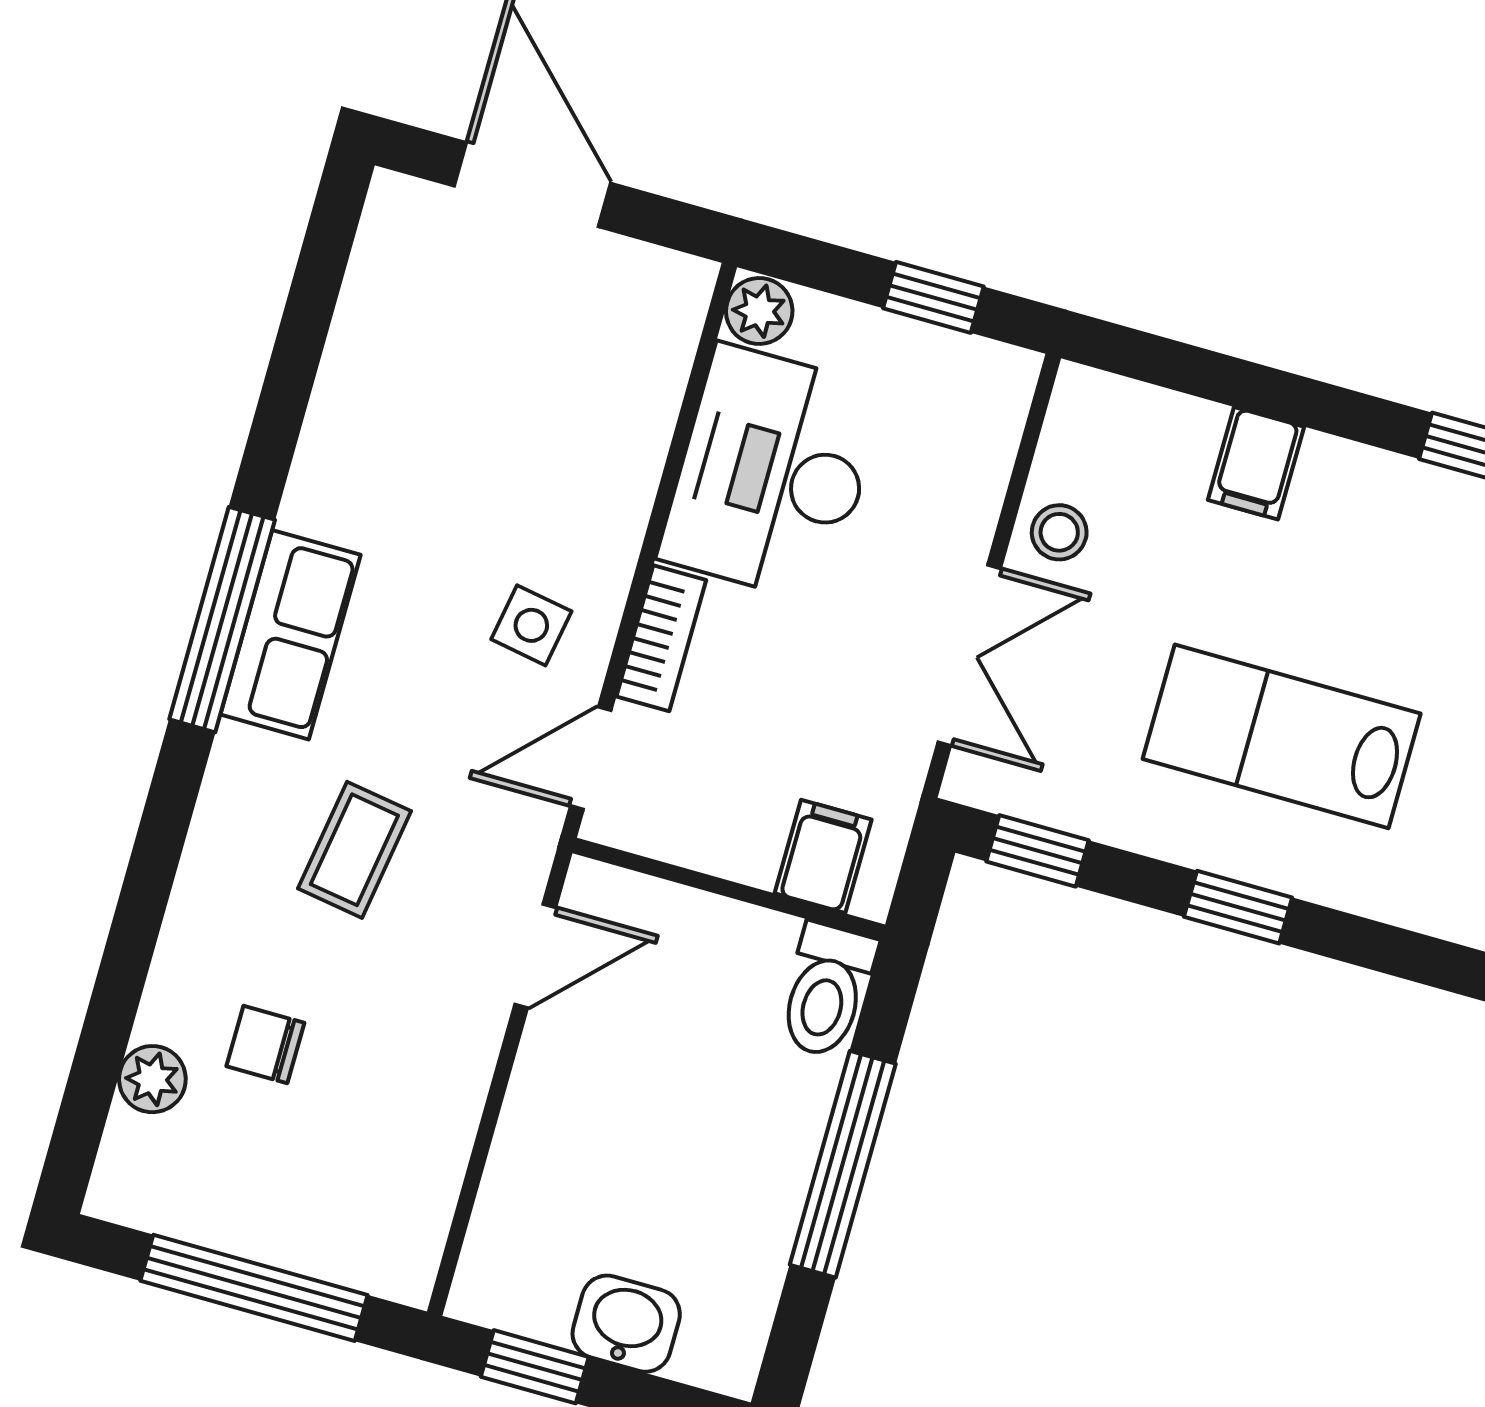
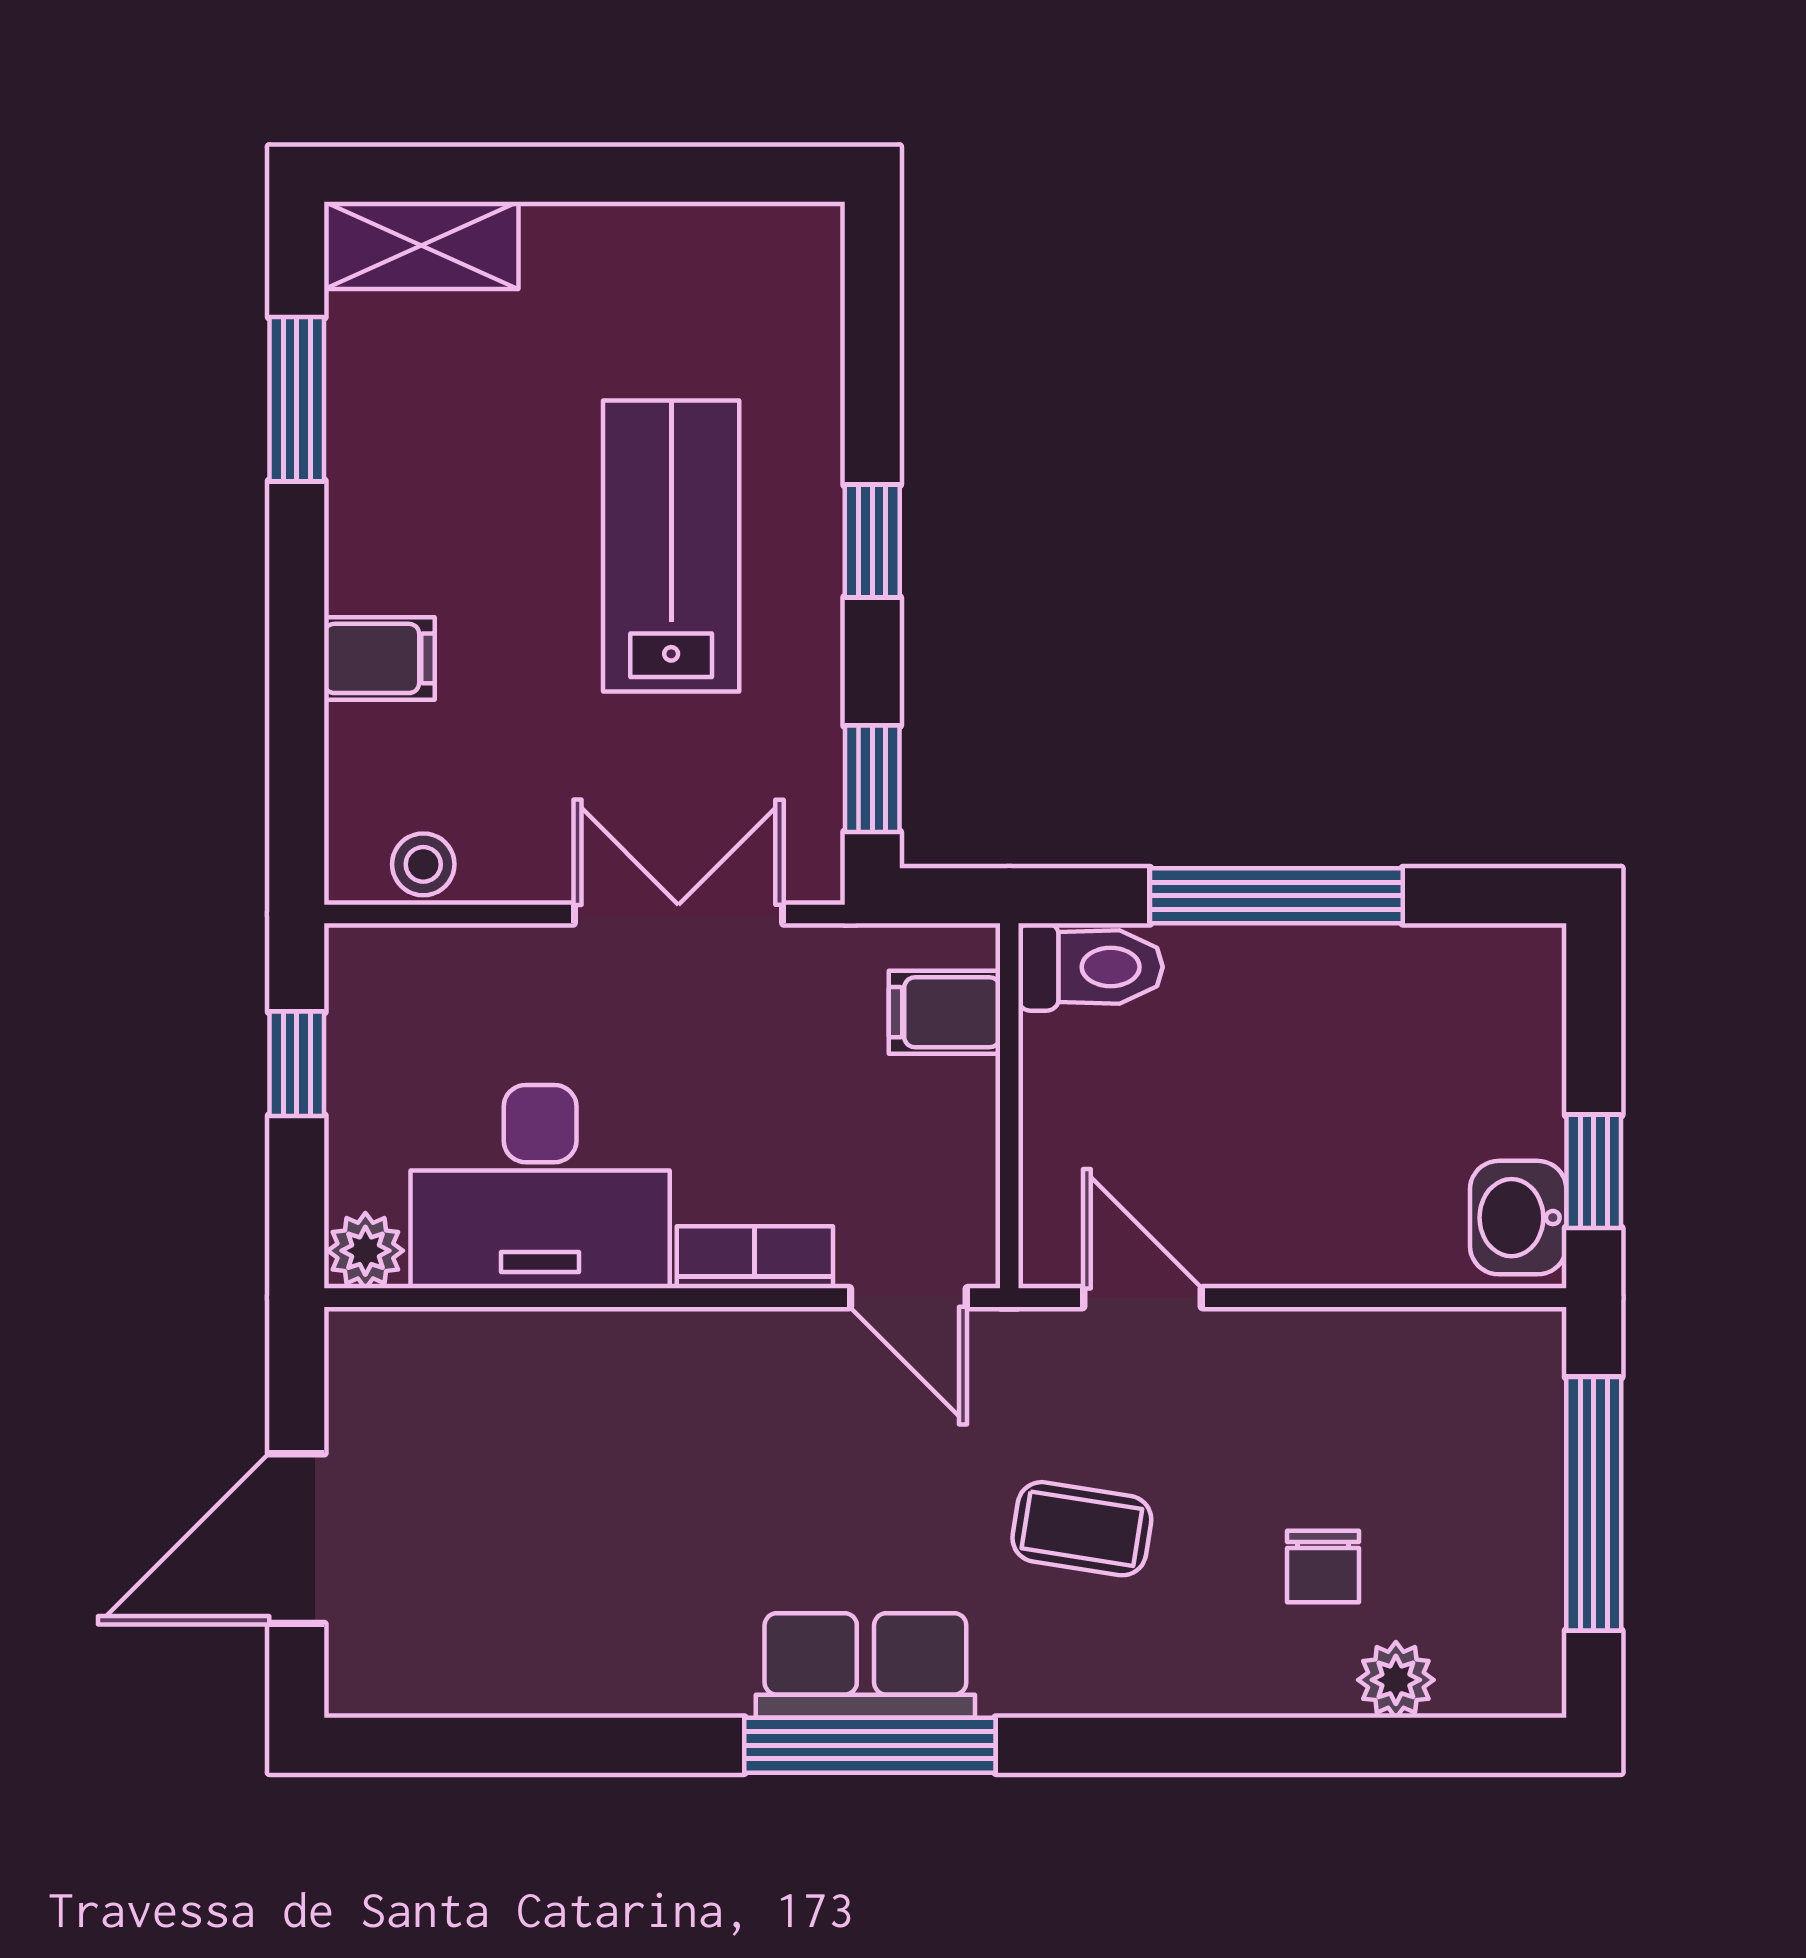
stool: (1059, 532) -> (423, 864), moved
side table: (531, 625) -> (781, 1404), removed
lab bench: (1282, 736) -> (671, 546), turned 180
washbasin: (626, 1324) -> (1518, 1218), moved

